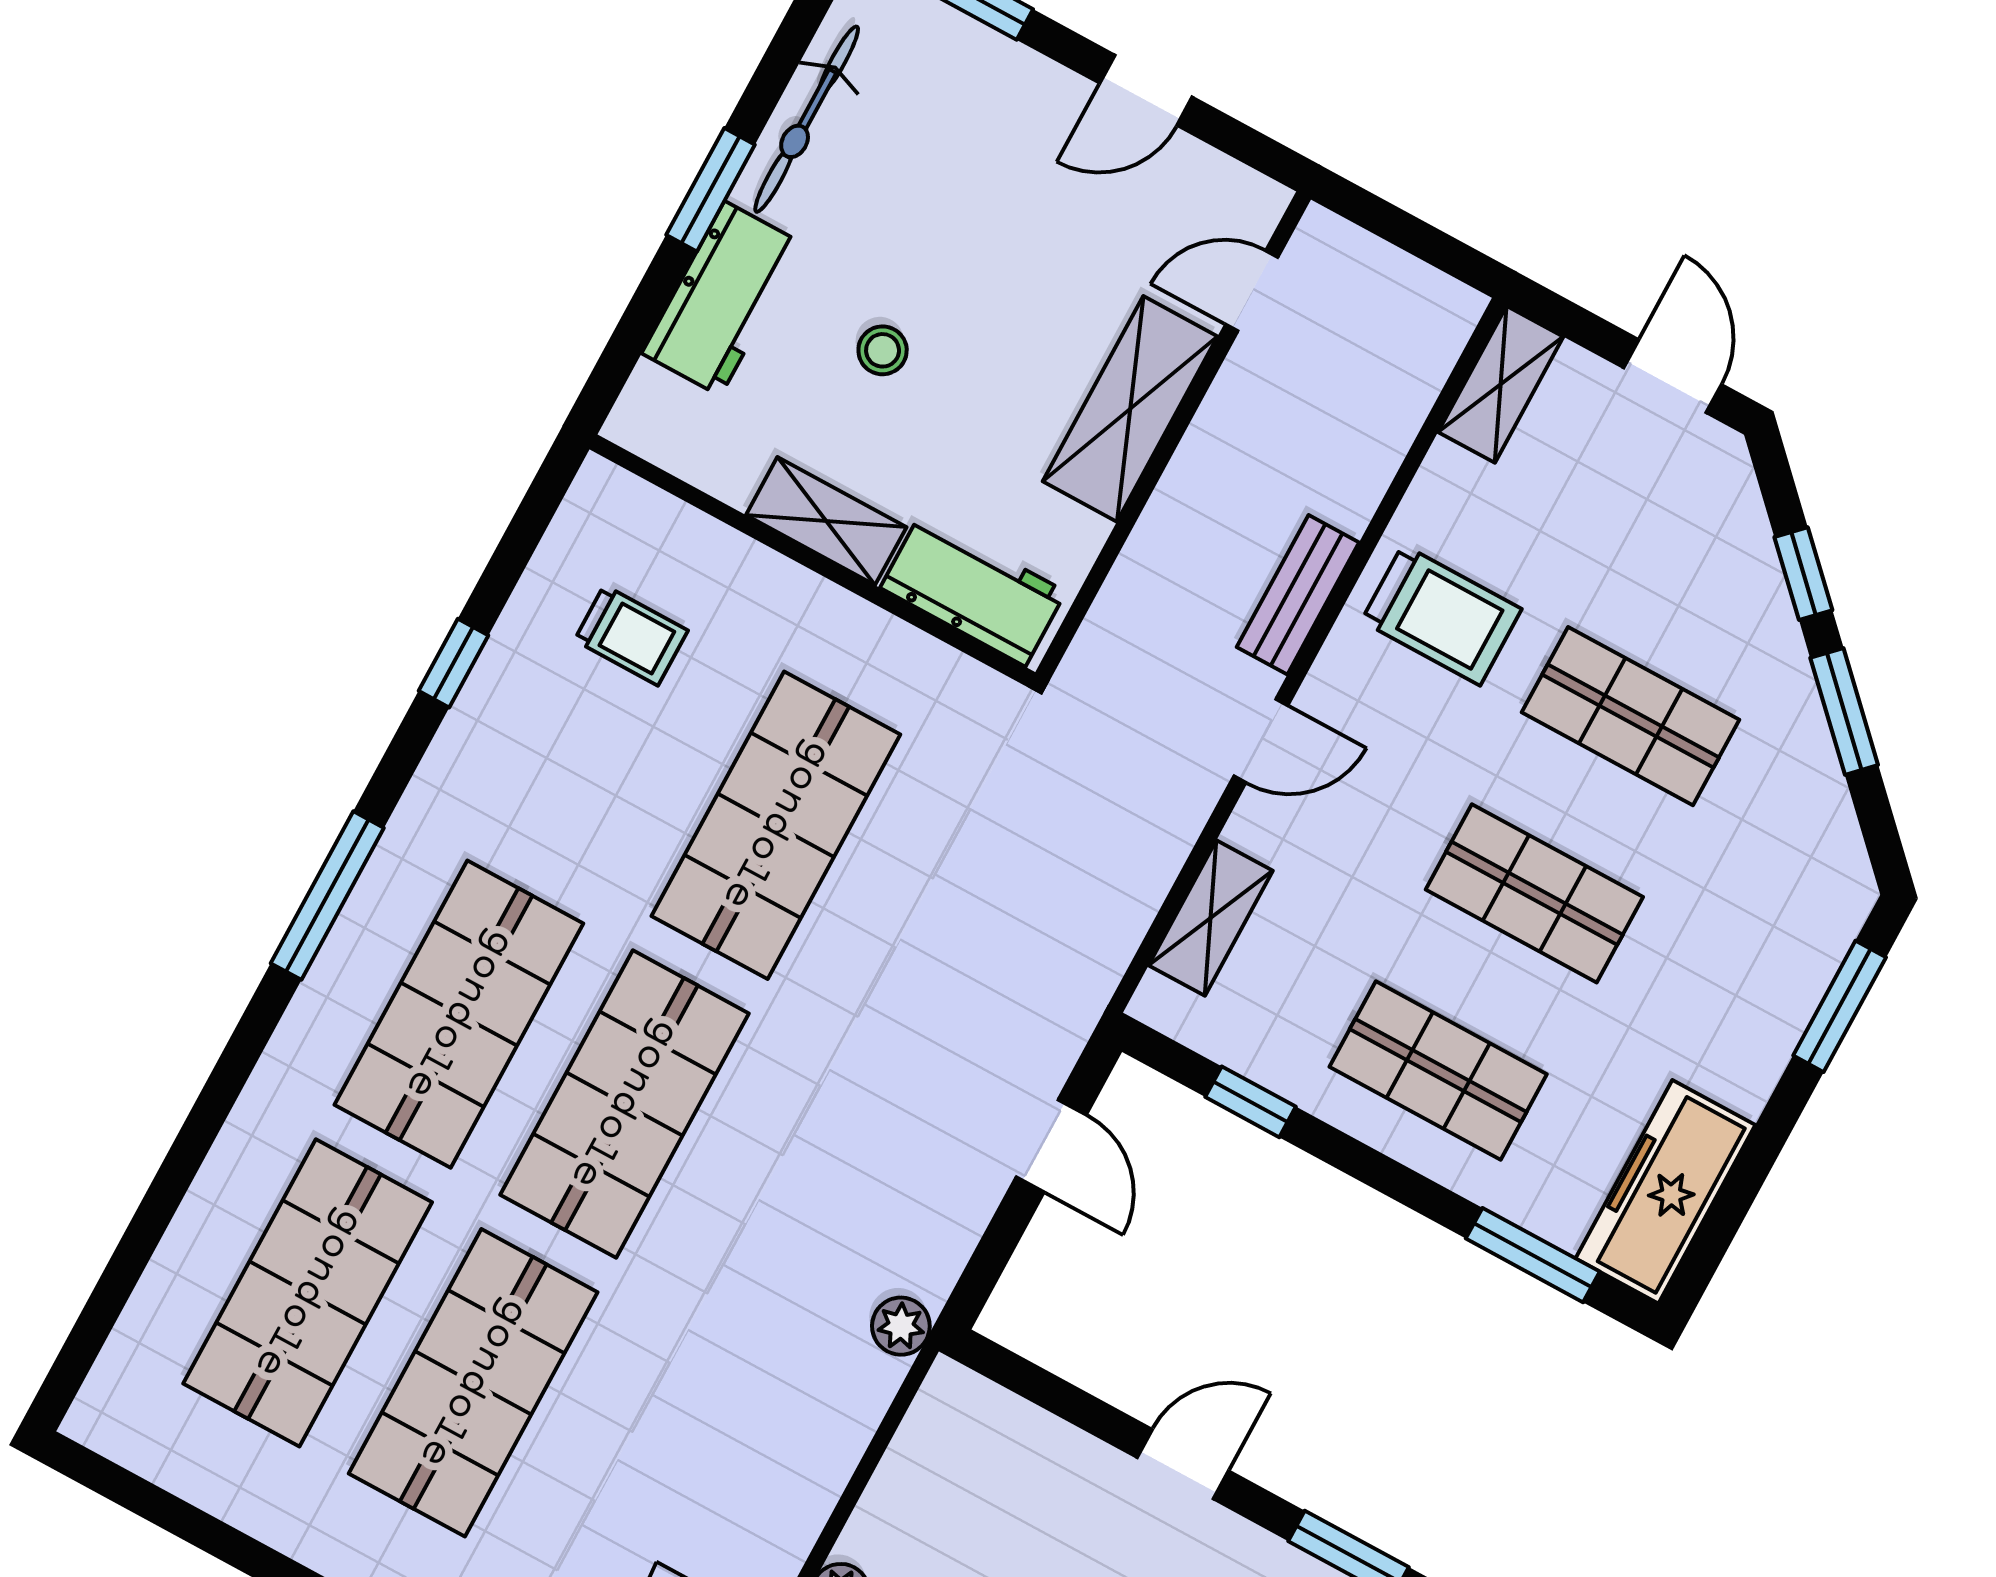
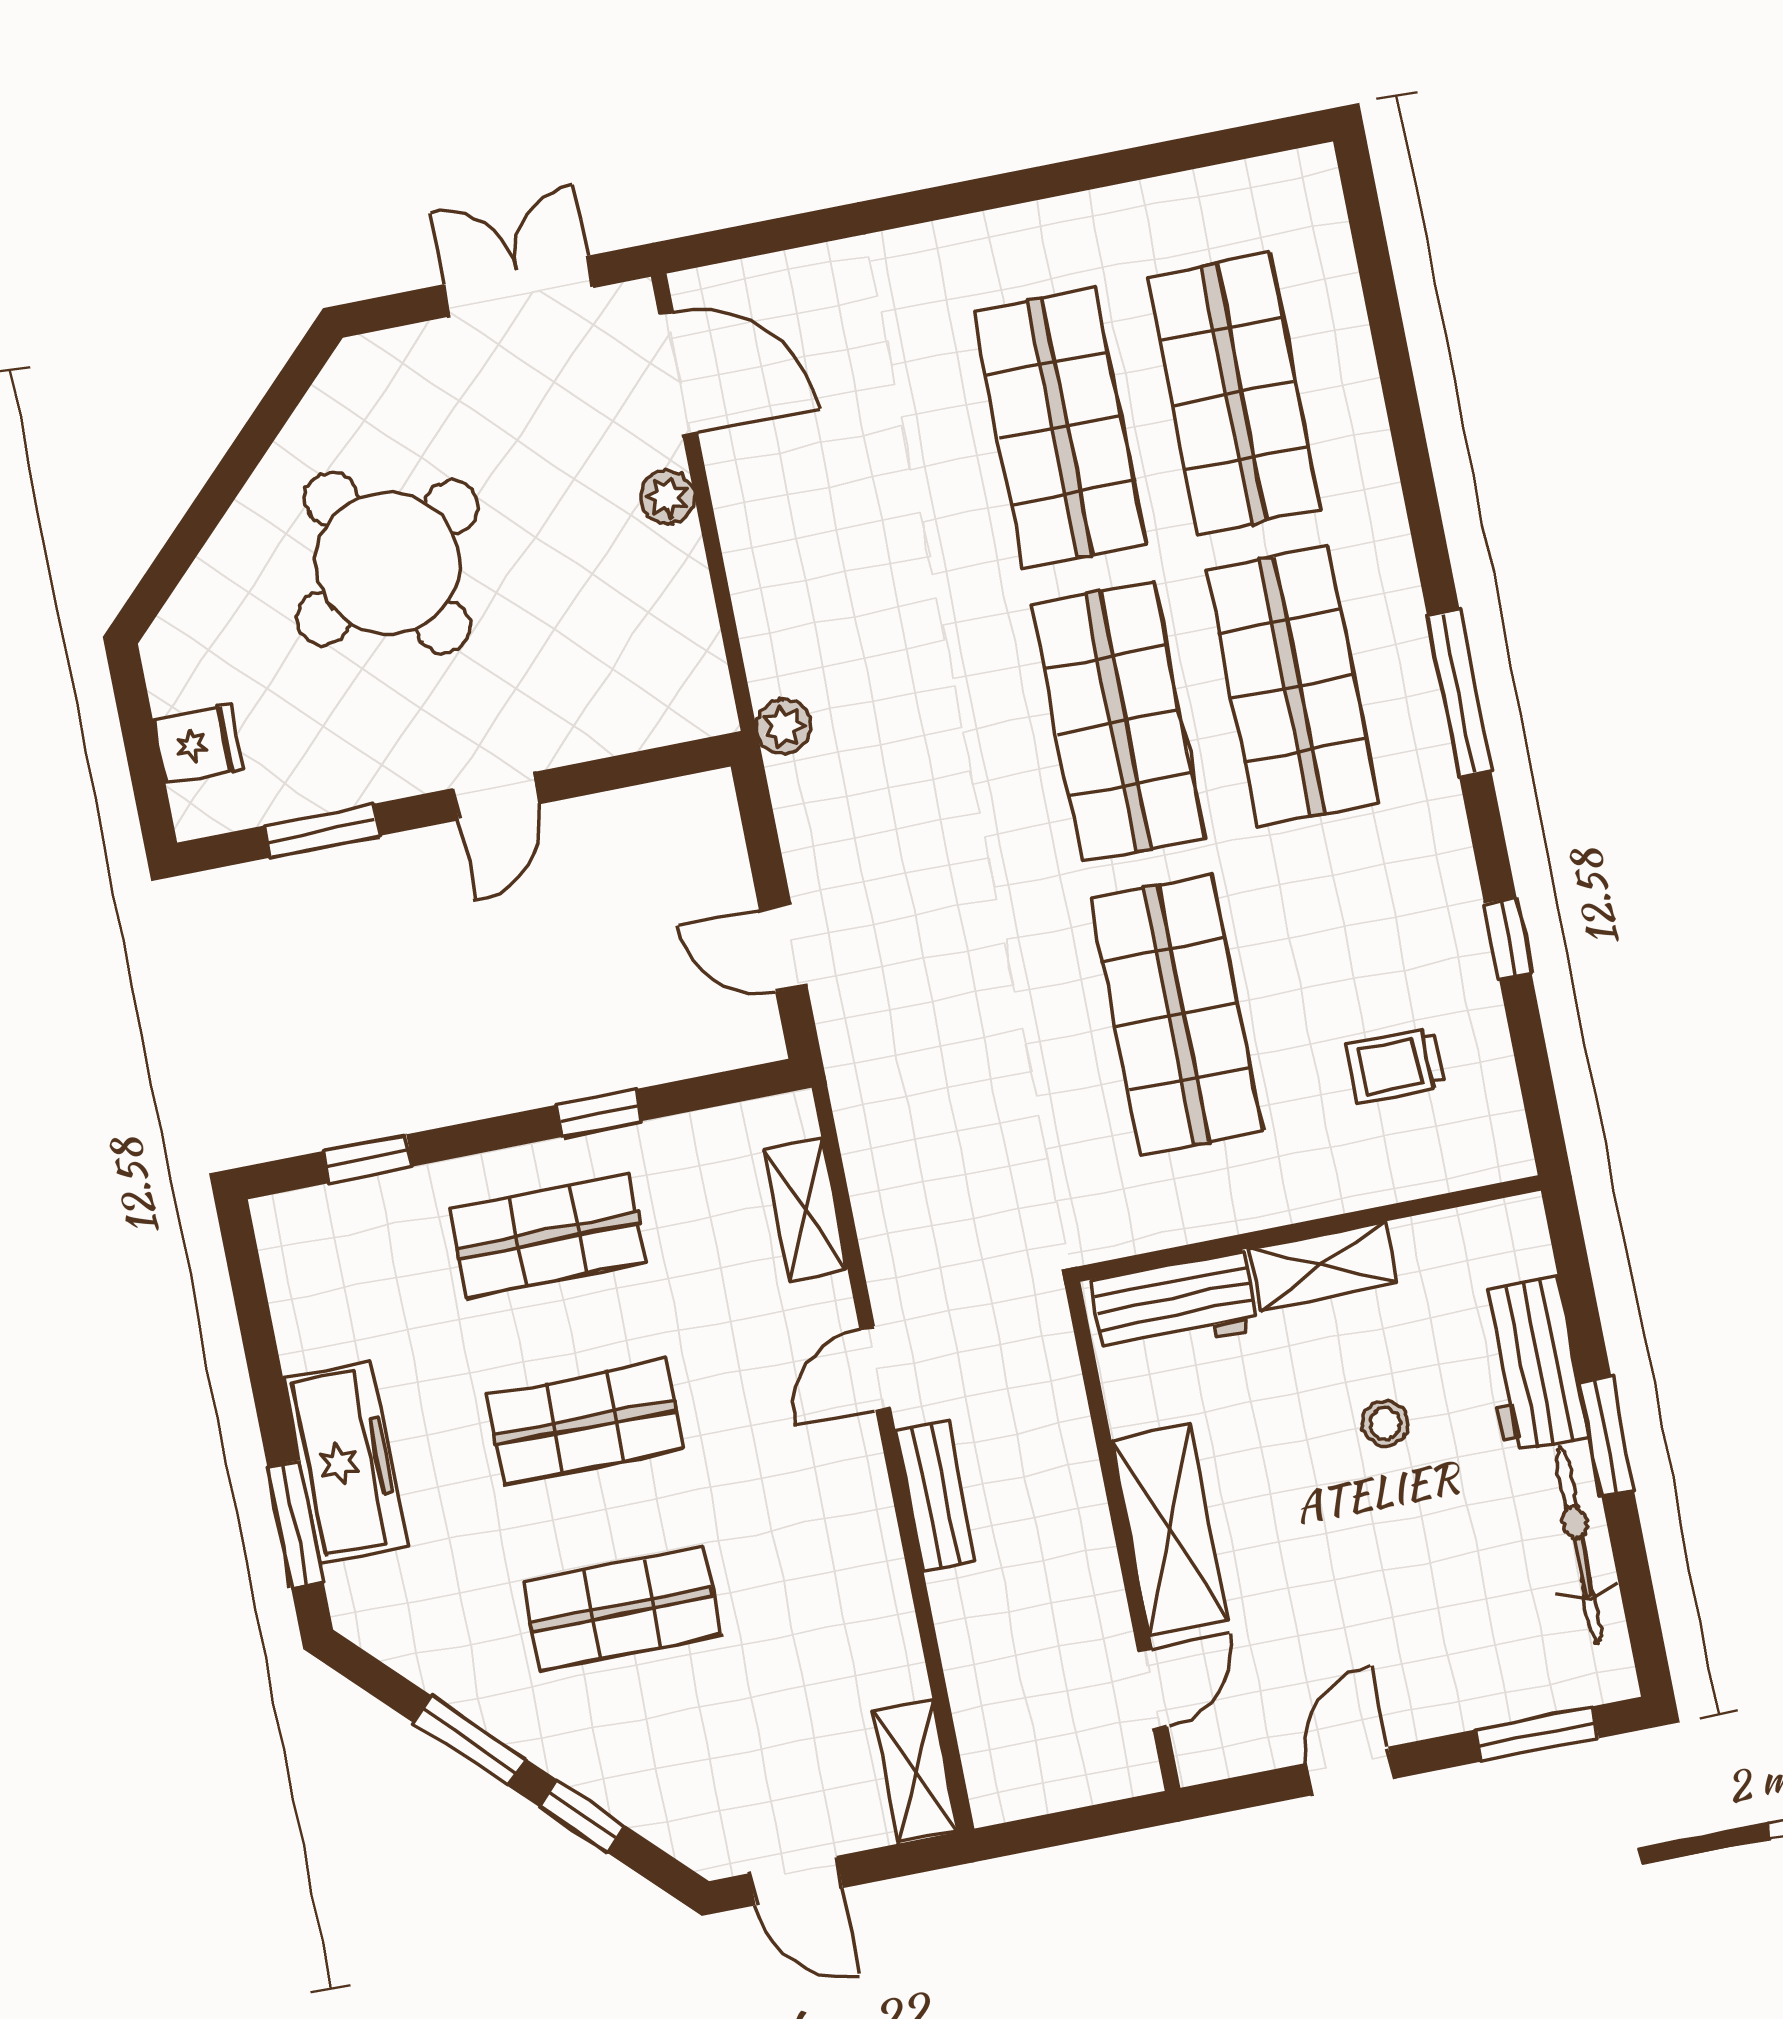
trolley: (1441, 615) -> (820, 1568), removed
window: (1250, 1102) -> (599, 1113), moved
freezer: (1665, 1192) -> (345, 1462), moved
window: (1533, 1255) -> (368, 1159), width x0.67

